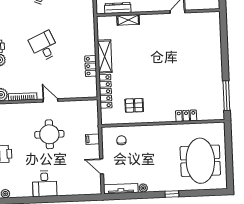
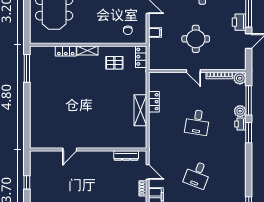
shelving: (128, 20) -> (87, 51), moved
desk: (44, 46) -> (197, 122), turned 33
locker: (105, 91) -> (141, 57), moved, width x0.66

